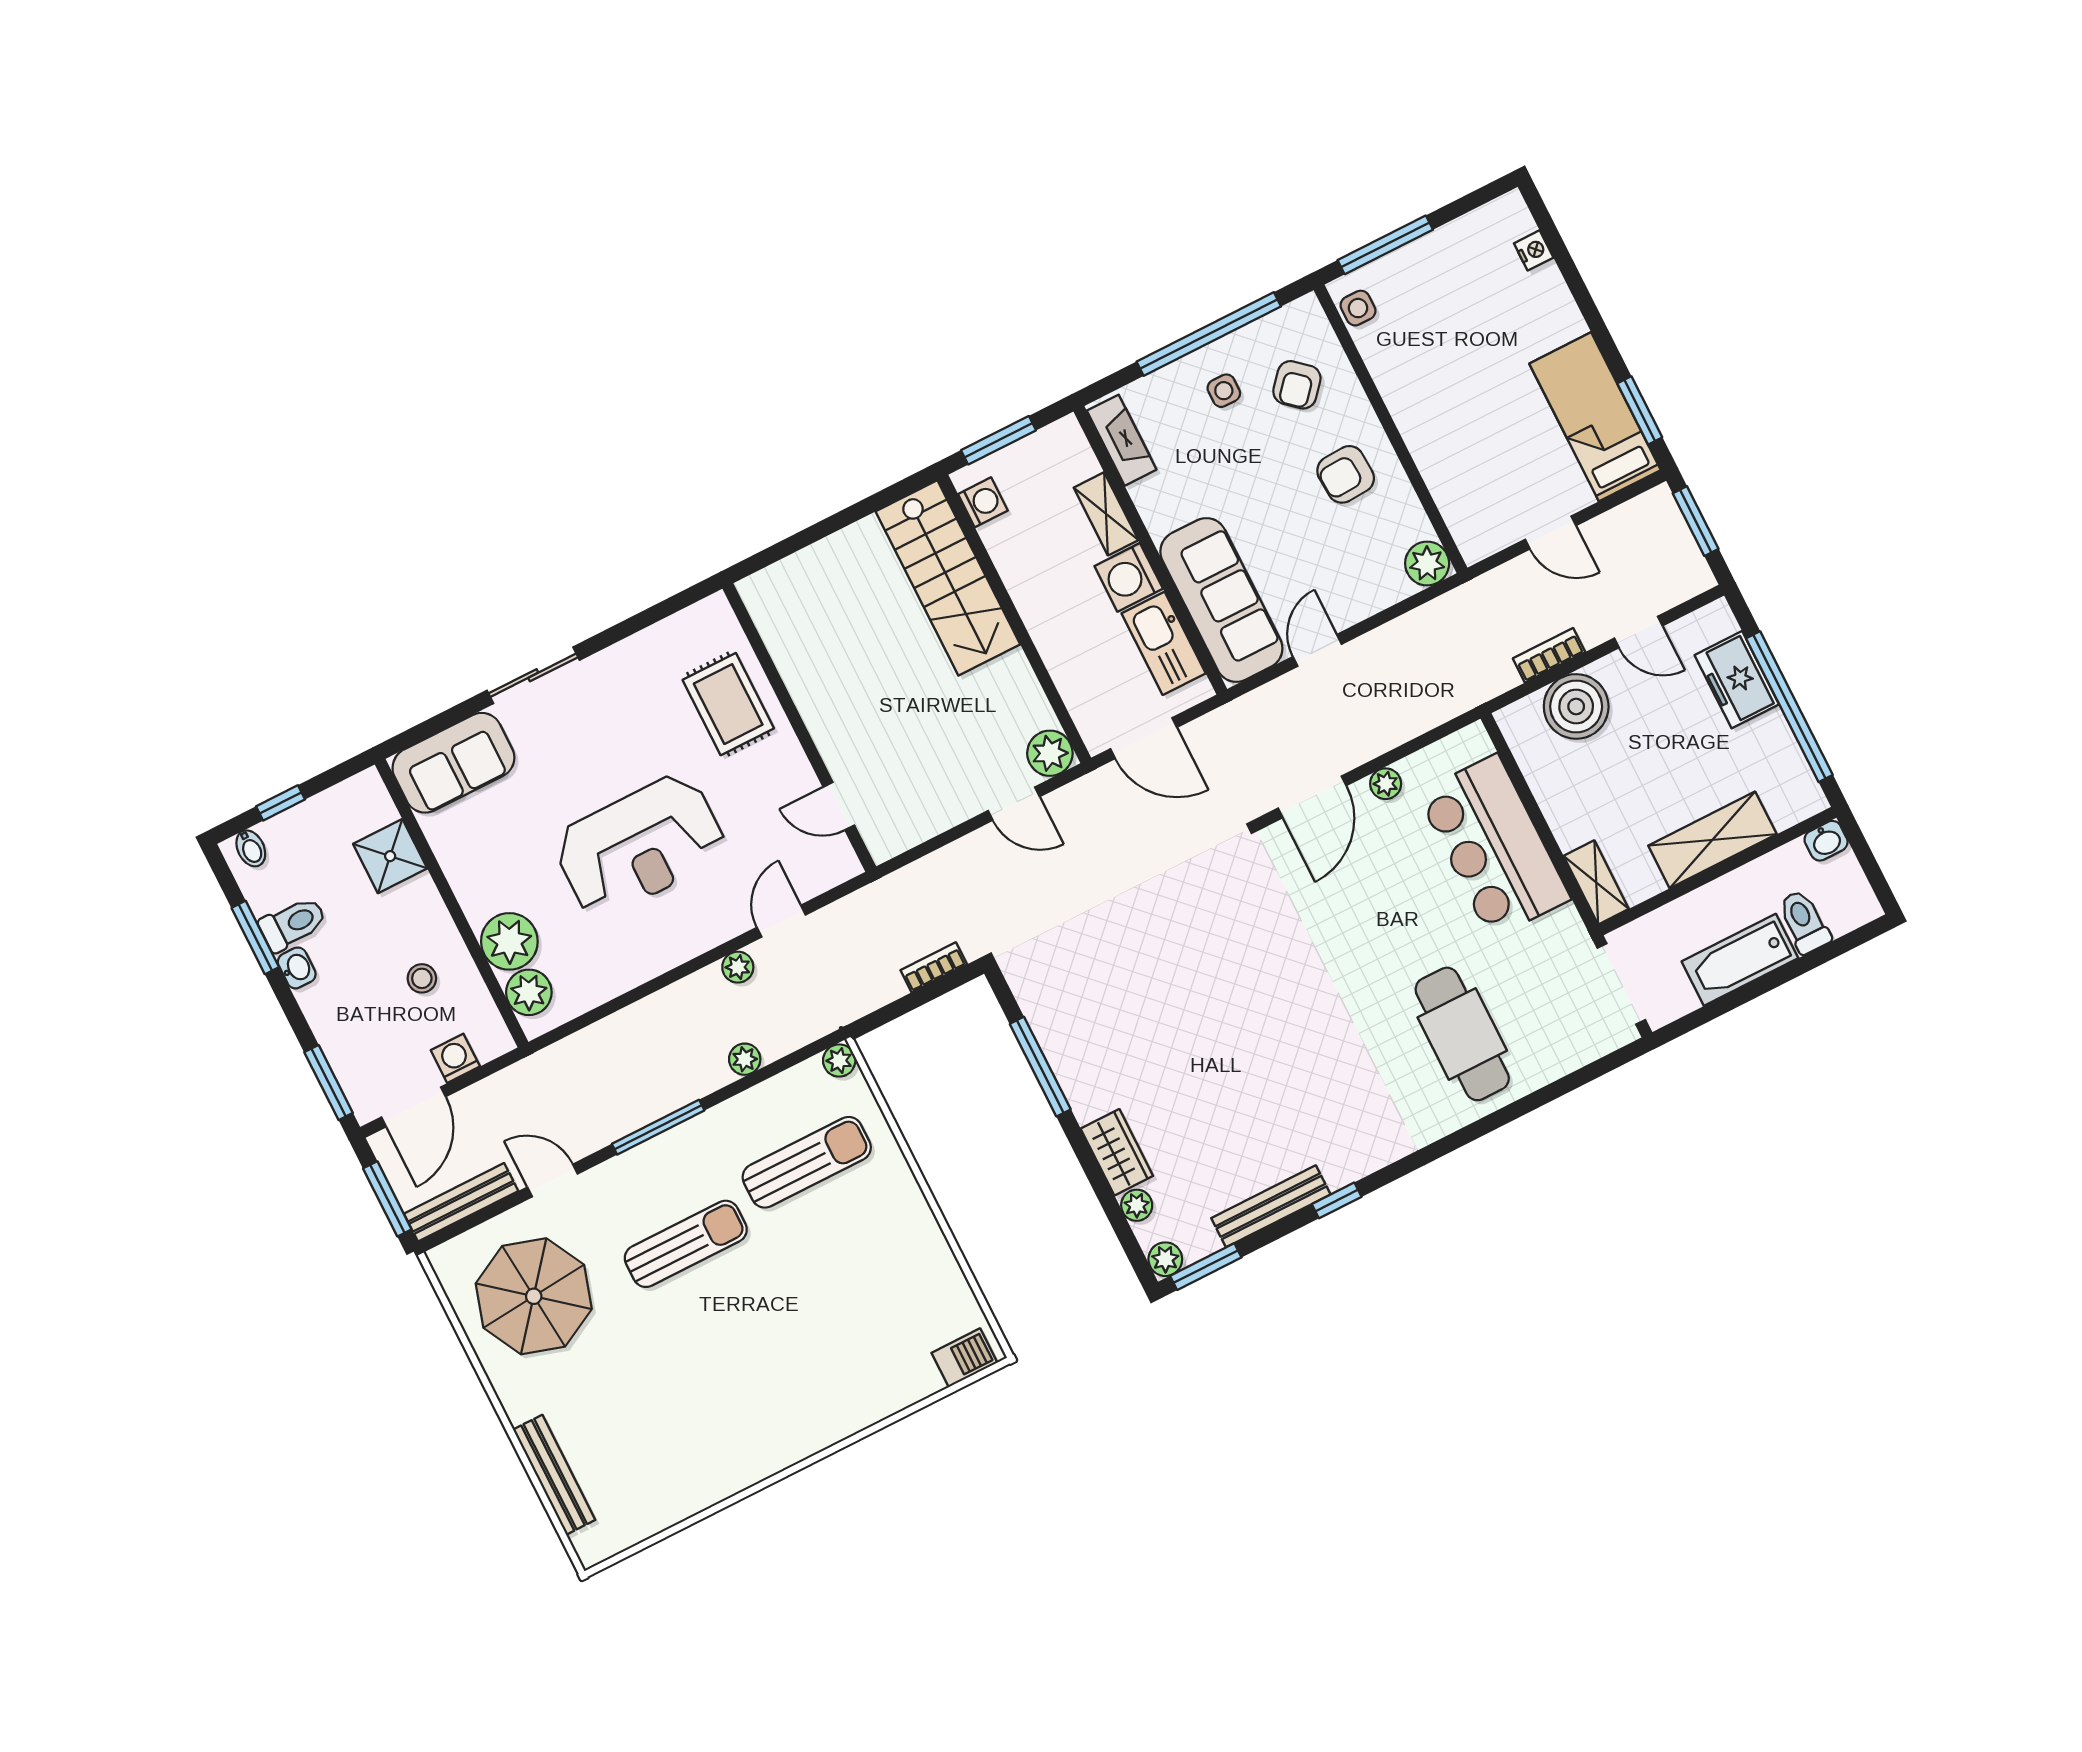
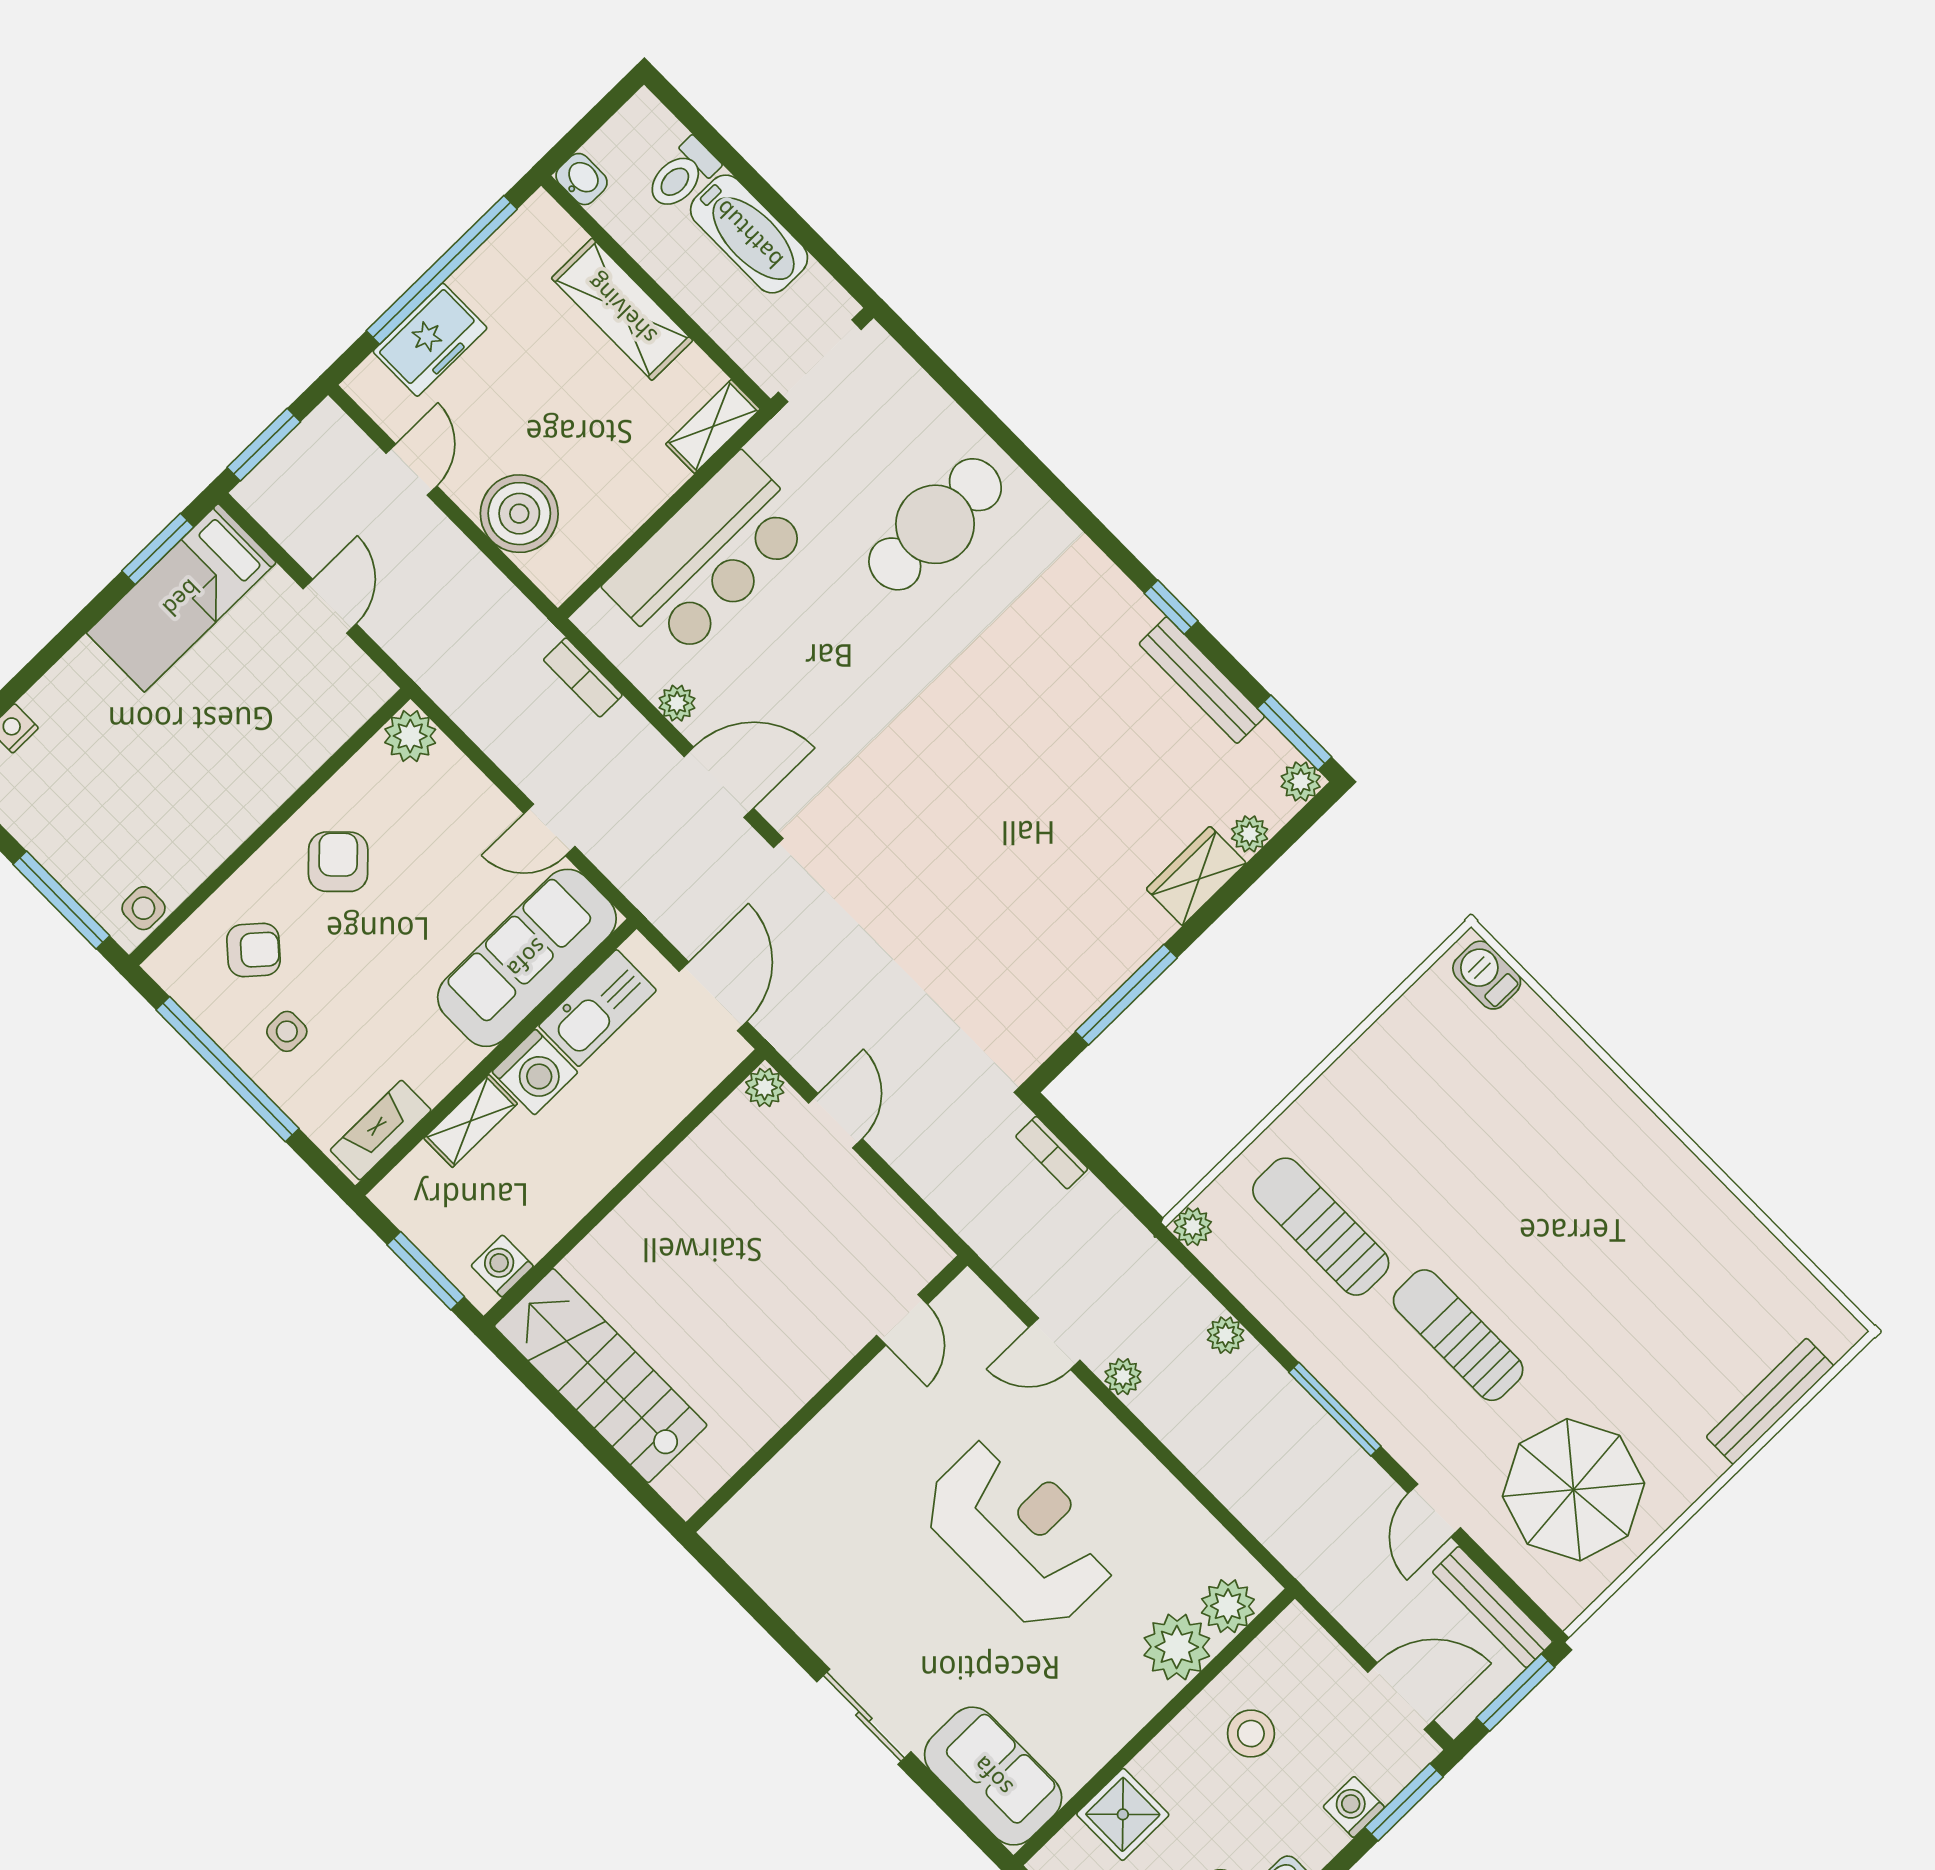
armchair: (1346, 474) -> (338, 862), turned -132
stairs: (948, 578) -> (601, 1376), moved, turned -90
bookcase: (1549, 655) -> (583, 677), moved
rug: (728, 704) -> (826, 1483), removed
plant: (1050, 753) -> (765, 1087), width x0.73, depth x0.73
stool: (422, 978) -> (1251, 1734), width x1.37, depth x1.37
washing machine: (455, 1058) -> (1354, 1807), moved, turned 90

